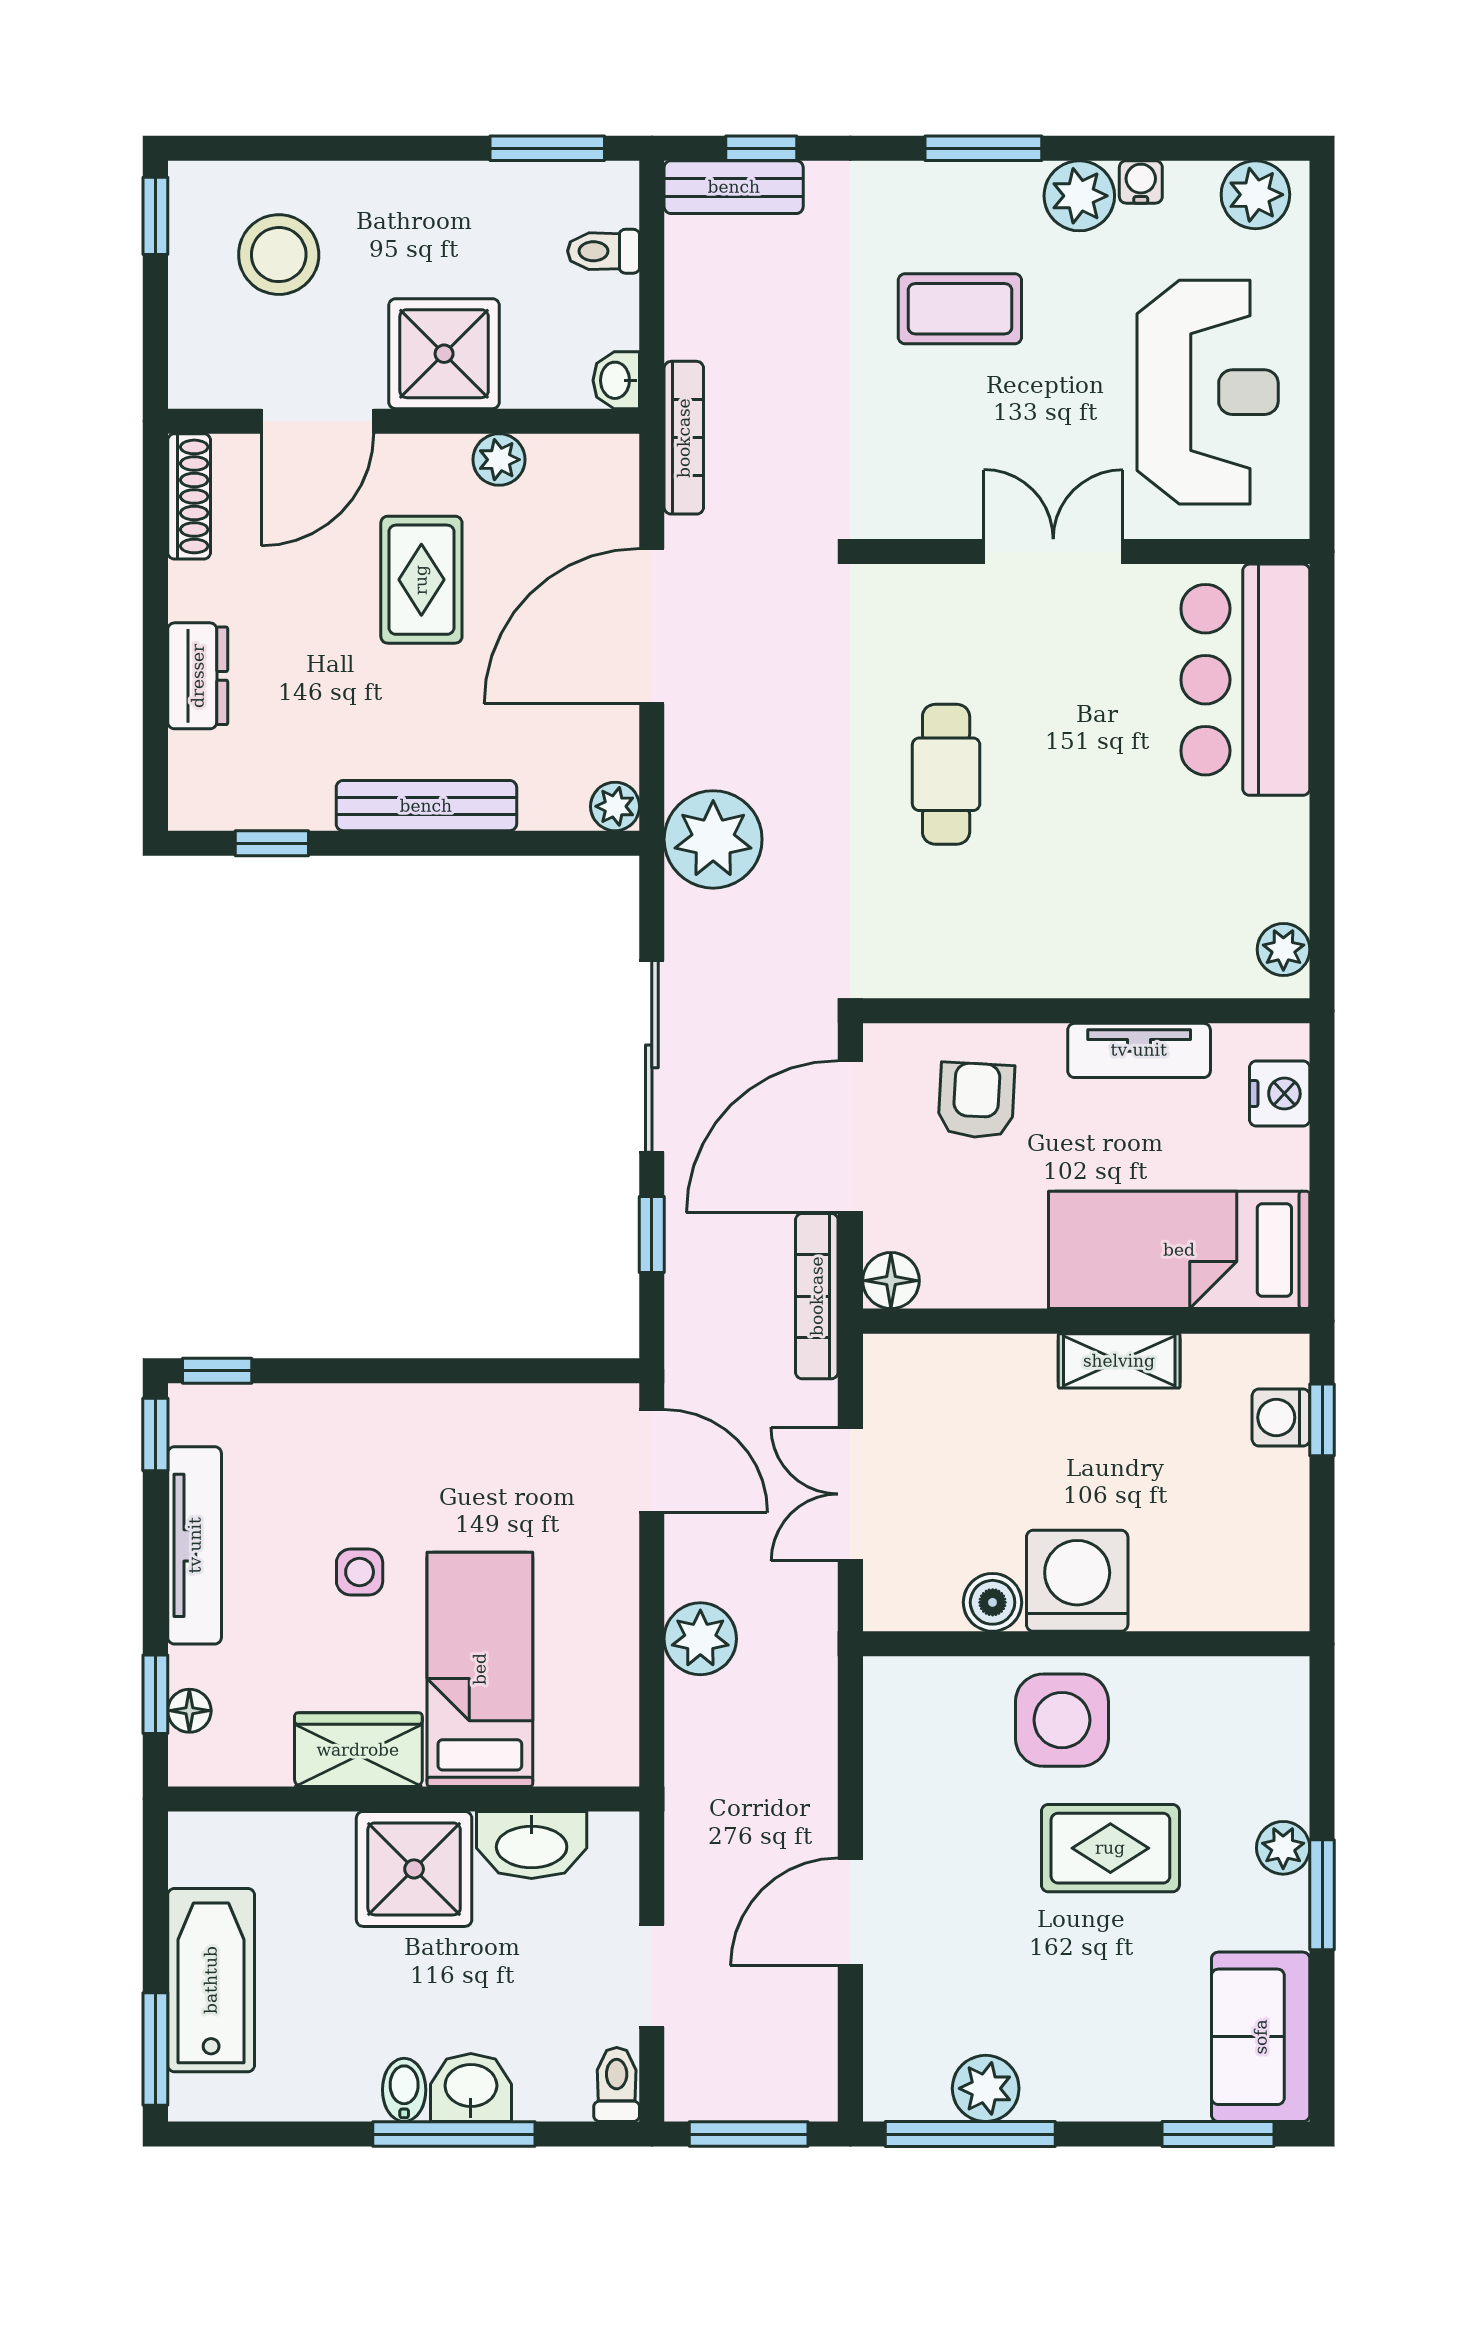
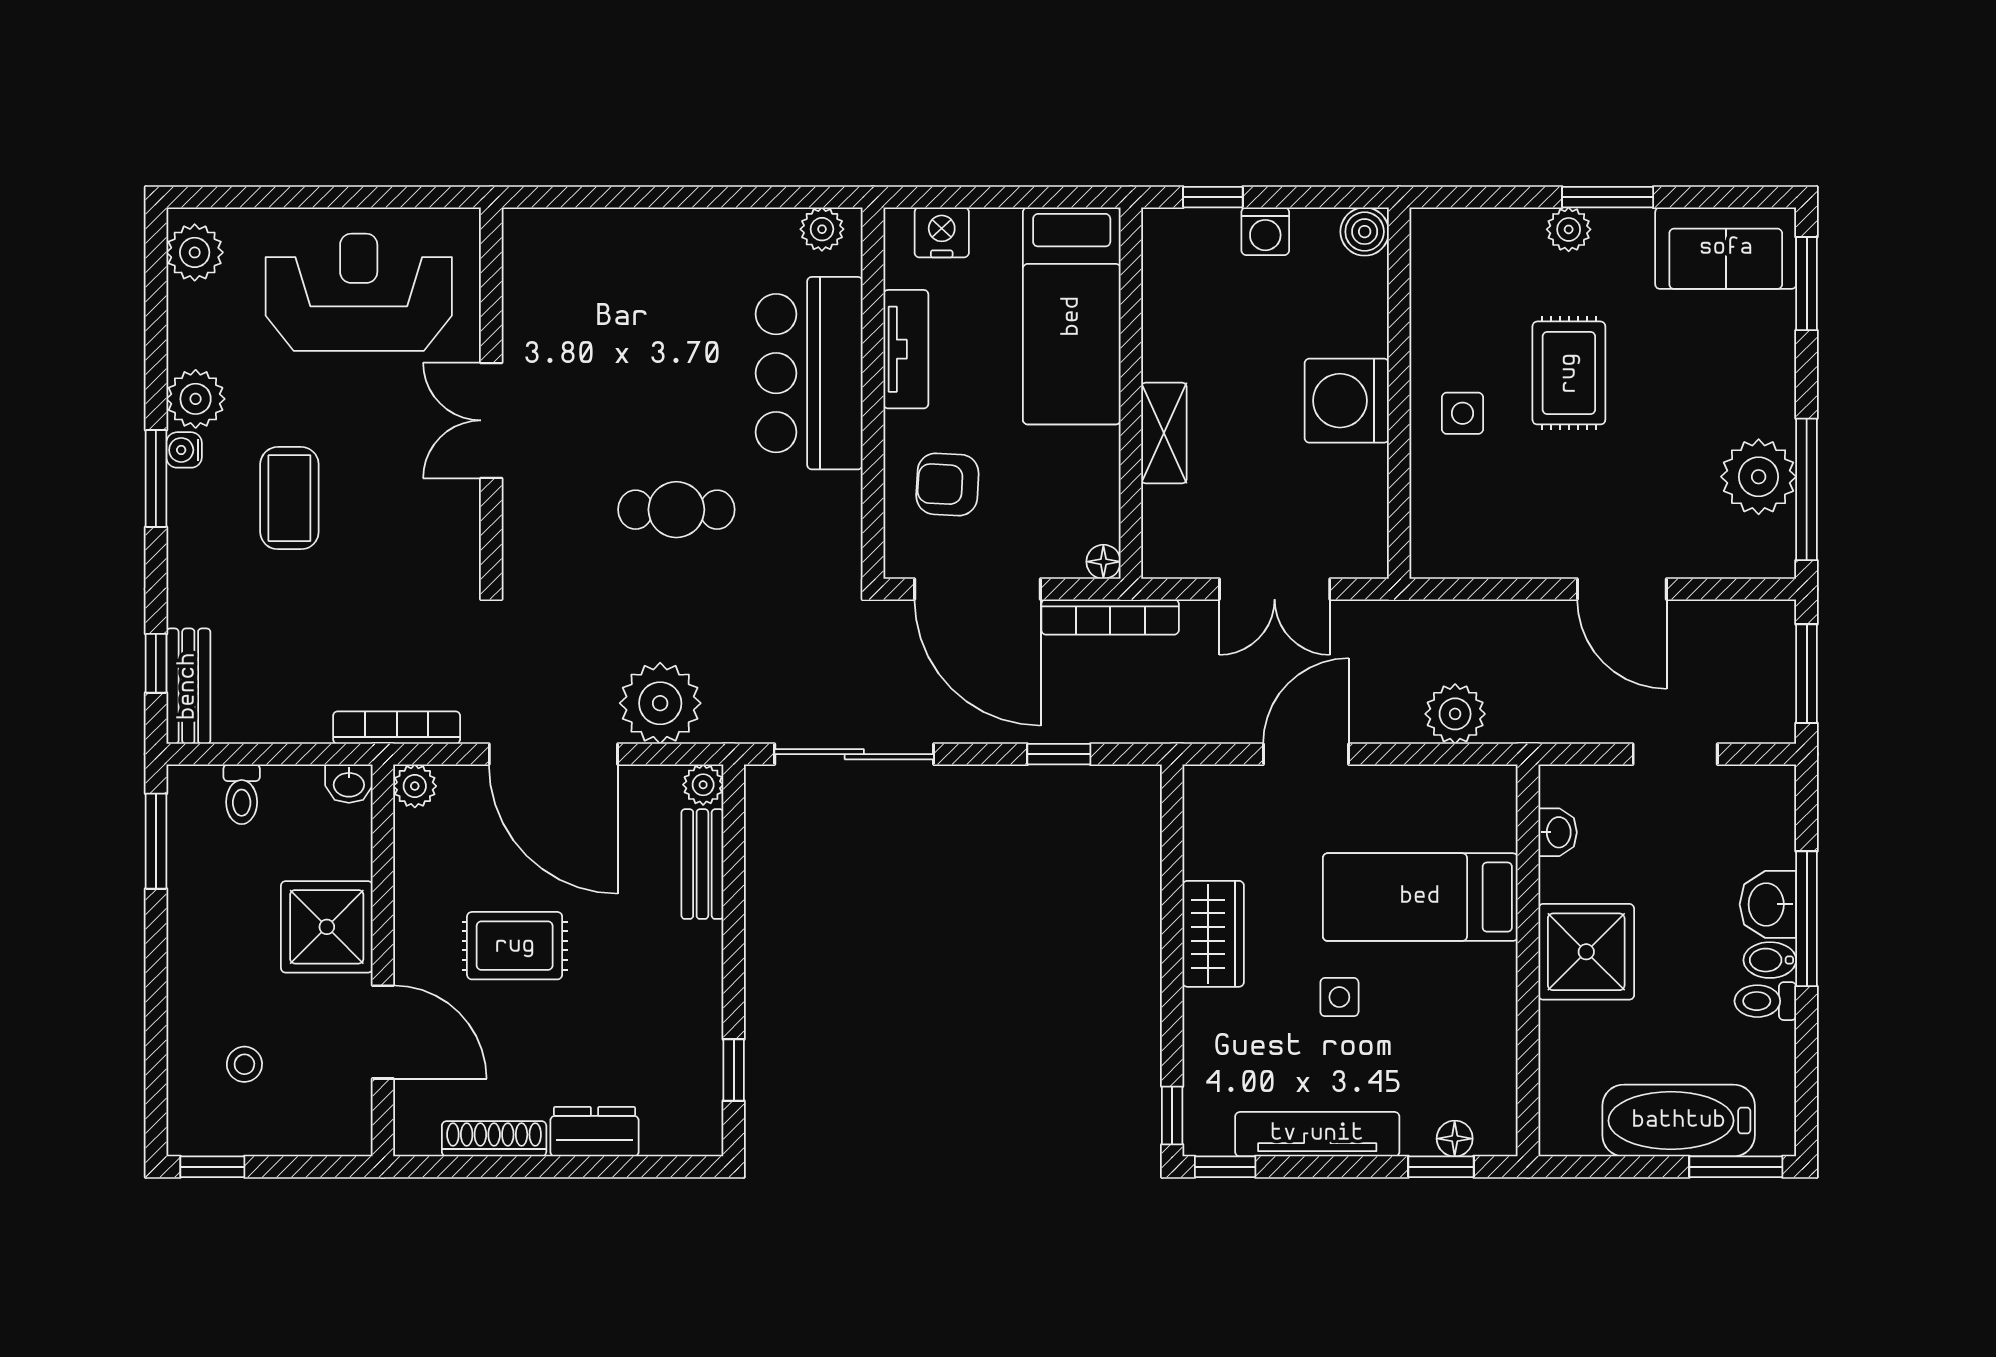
water cooler: (1141, 182) -> (184, 450), moved
stool: (279, 255) -> (244, 1064), width x0.53, depth x0.53
plant: (499, 460) -> (415, 786), moved
shoe rack: (189, 496) -> (494, 1139), moved
bar counter: (1245, 680) -> (809, 373), moved, turned 90
bench: (426, 806) -> (702, 864), moved, width x0.73
plant: (713, 839) -> (660, 703), moved
sliding door: (652, 1056) -> (854, 754), moved
floor lamp: (891, 1281) -> (1103, 562), width x0.73, depth x0.73
shelving: (1119, 1361) -> (1164, 433), moved
washing machine: (1281, 1418) -> (1265, 231), moved
door: (652, 1461) -> (1306, 754), moved
boiler: (993, 1602) -> (1365, 232), moved
plant: (700, 1639) -> (1455, 714), moved
side table: (1062, 1720) -> (1462, 413), width x0.54, depth x0.54
wardrobe: (358, 1750) -> (1213, 934), moved, turned 180
washbasin: (532, 1845) -> (1558, 832), width x0.52, depth x0.69
toilet: (617, 2085) -> (1765, 1001), moved
plant: (986, 2088) -> (1759, 477), width x1.36, depth x1.36

